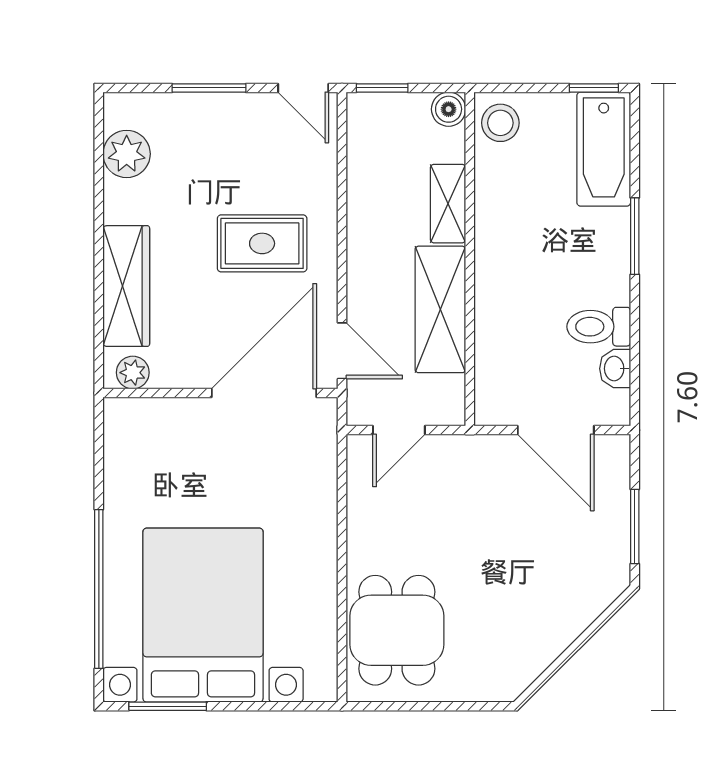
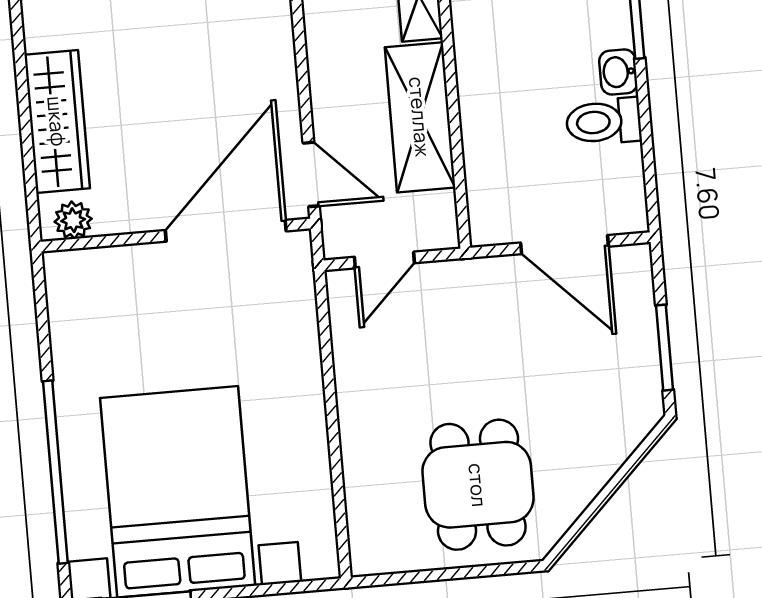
rug: (262, 243) -> (209, 59), removed
washbasin: (615, 369) -> (618, 72), moved
dining table: (397, 630) -> (478, 485), moved

